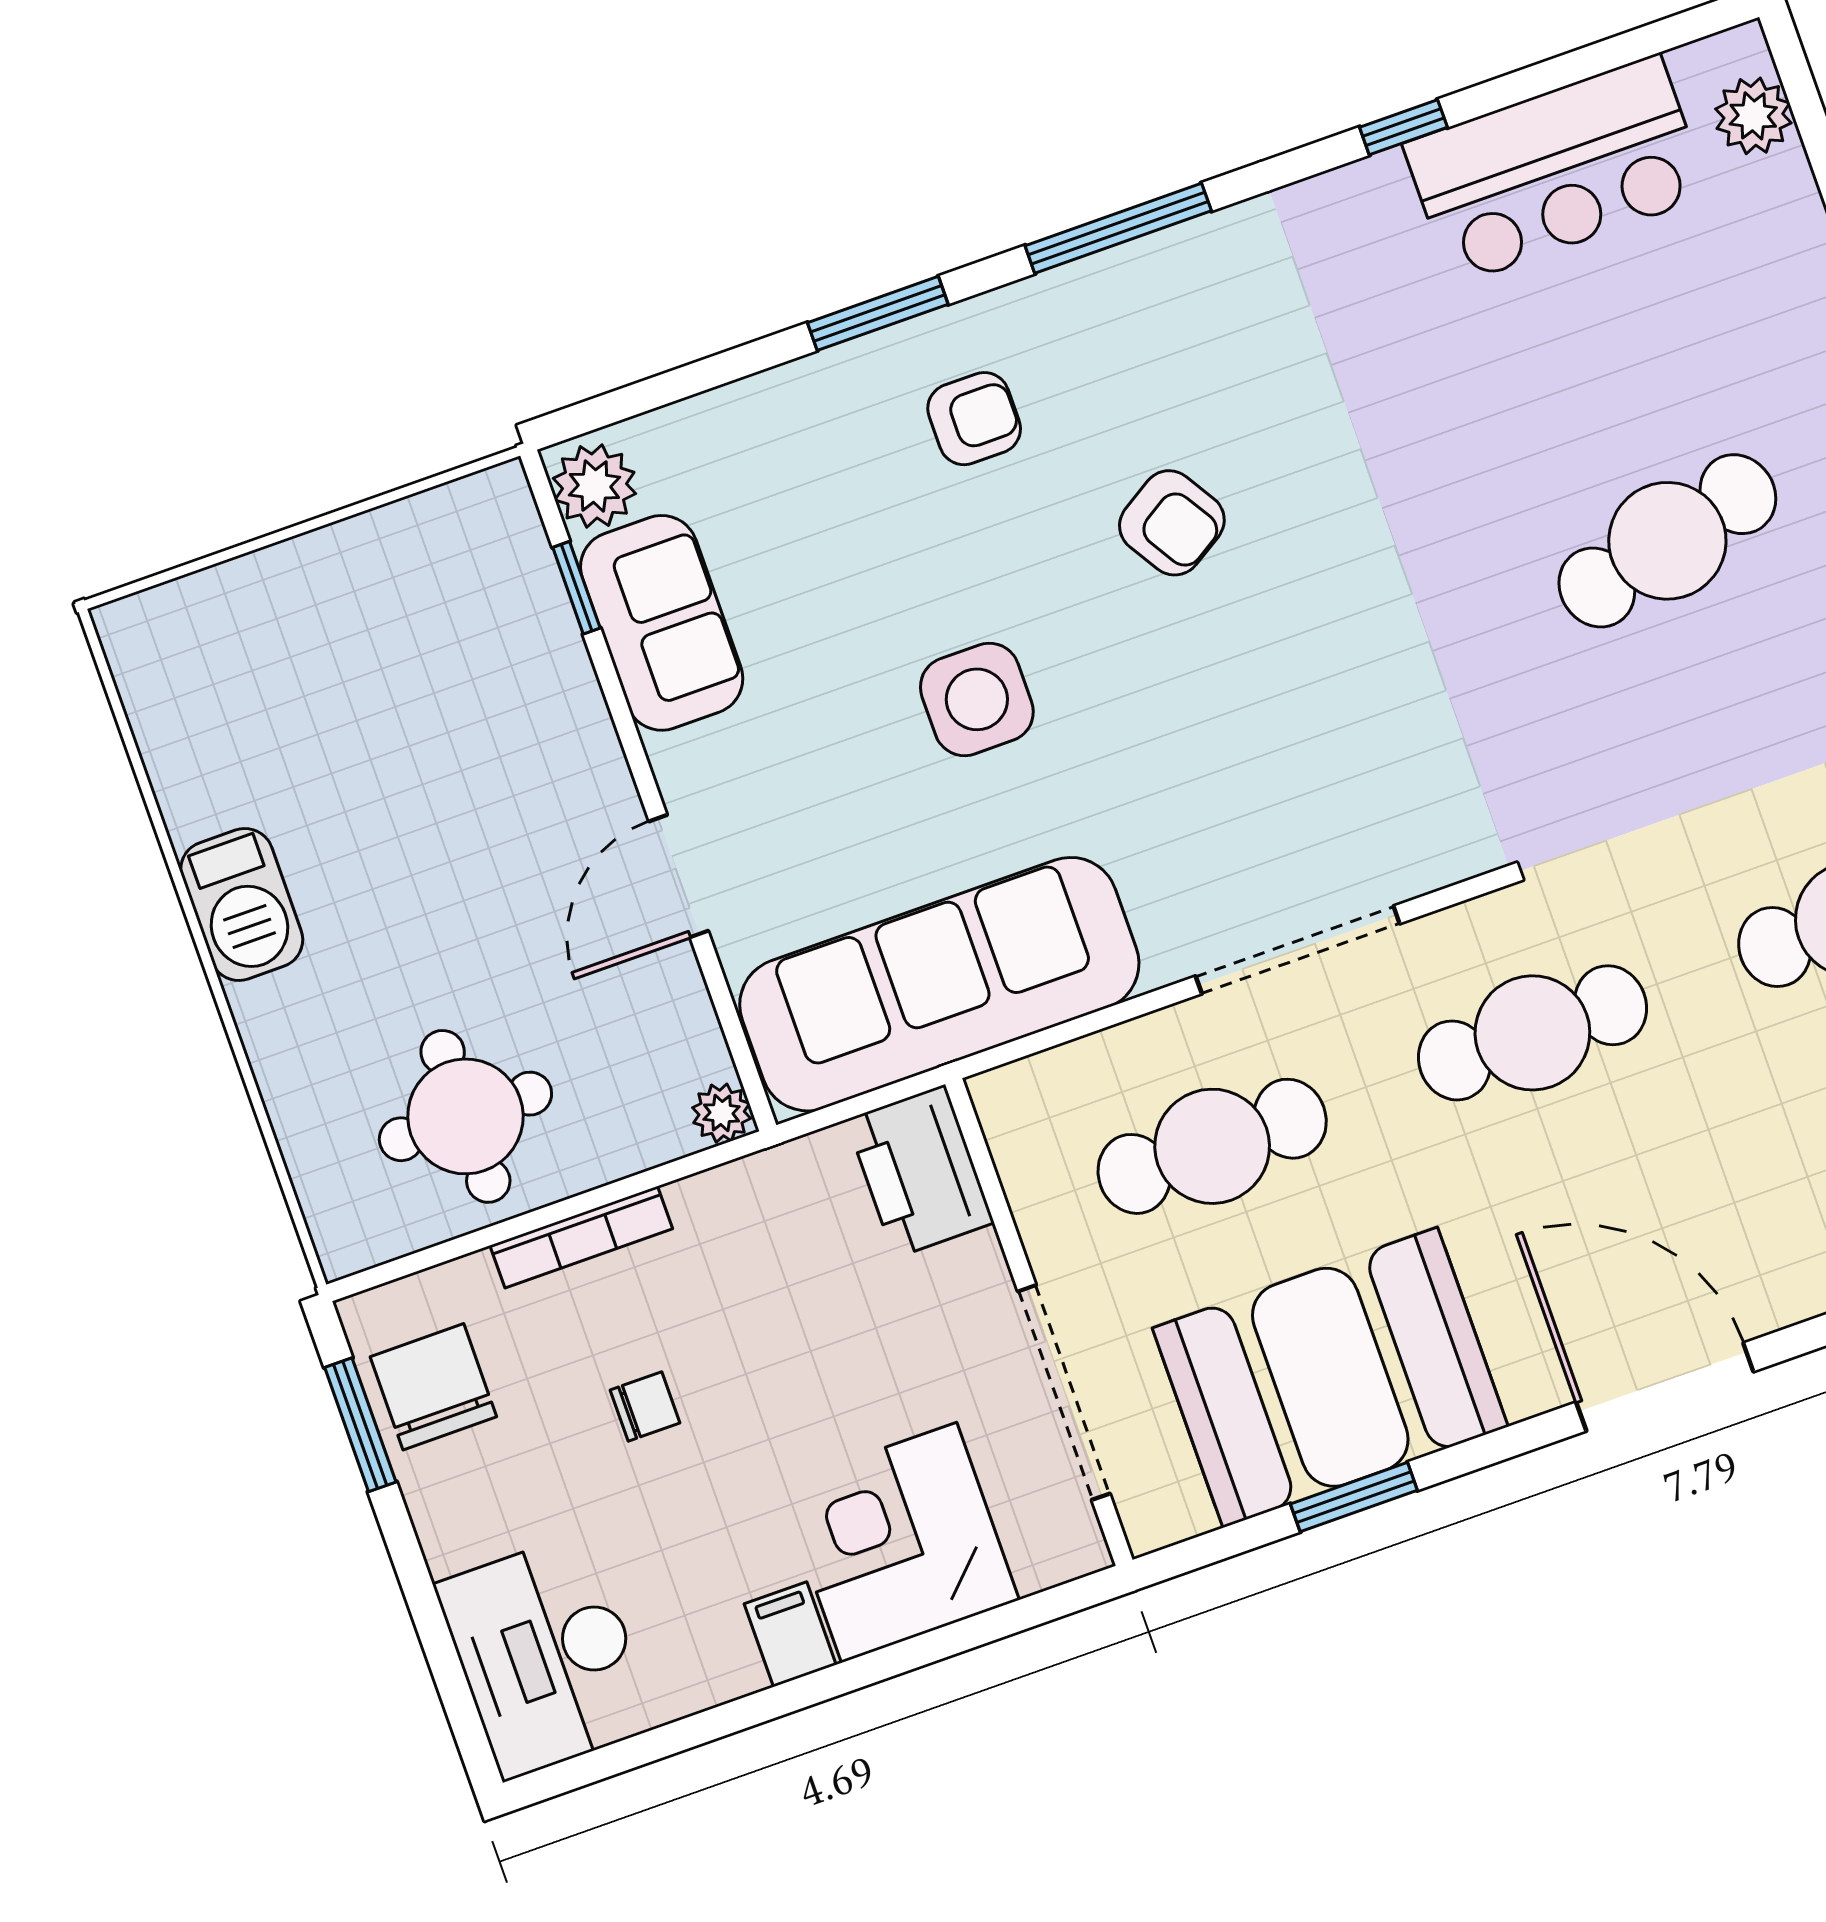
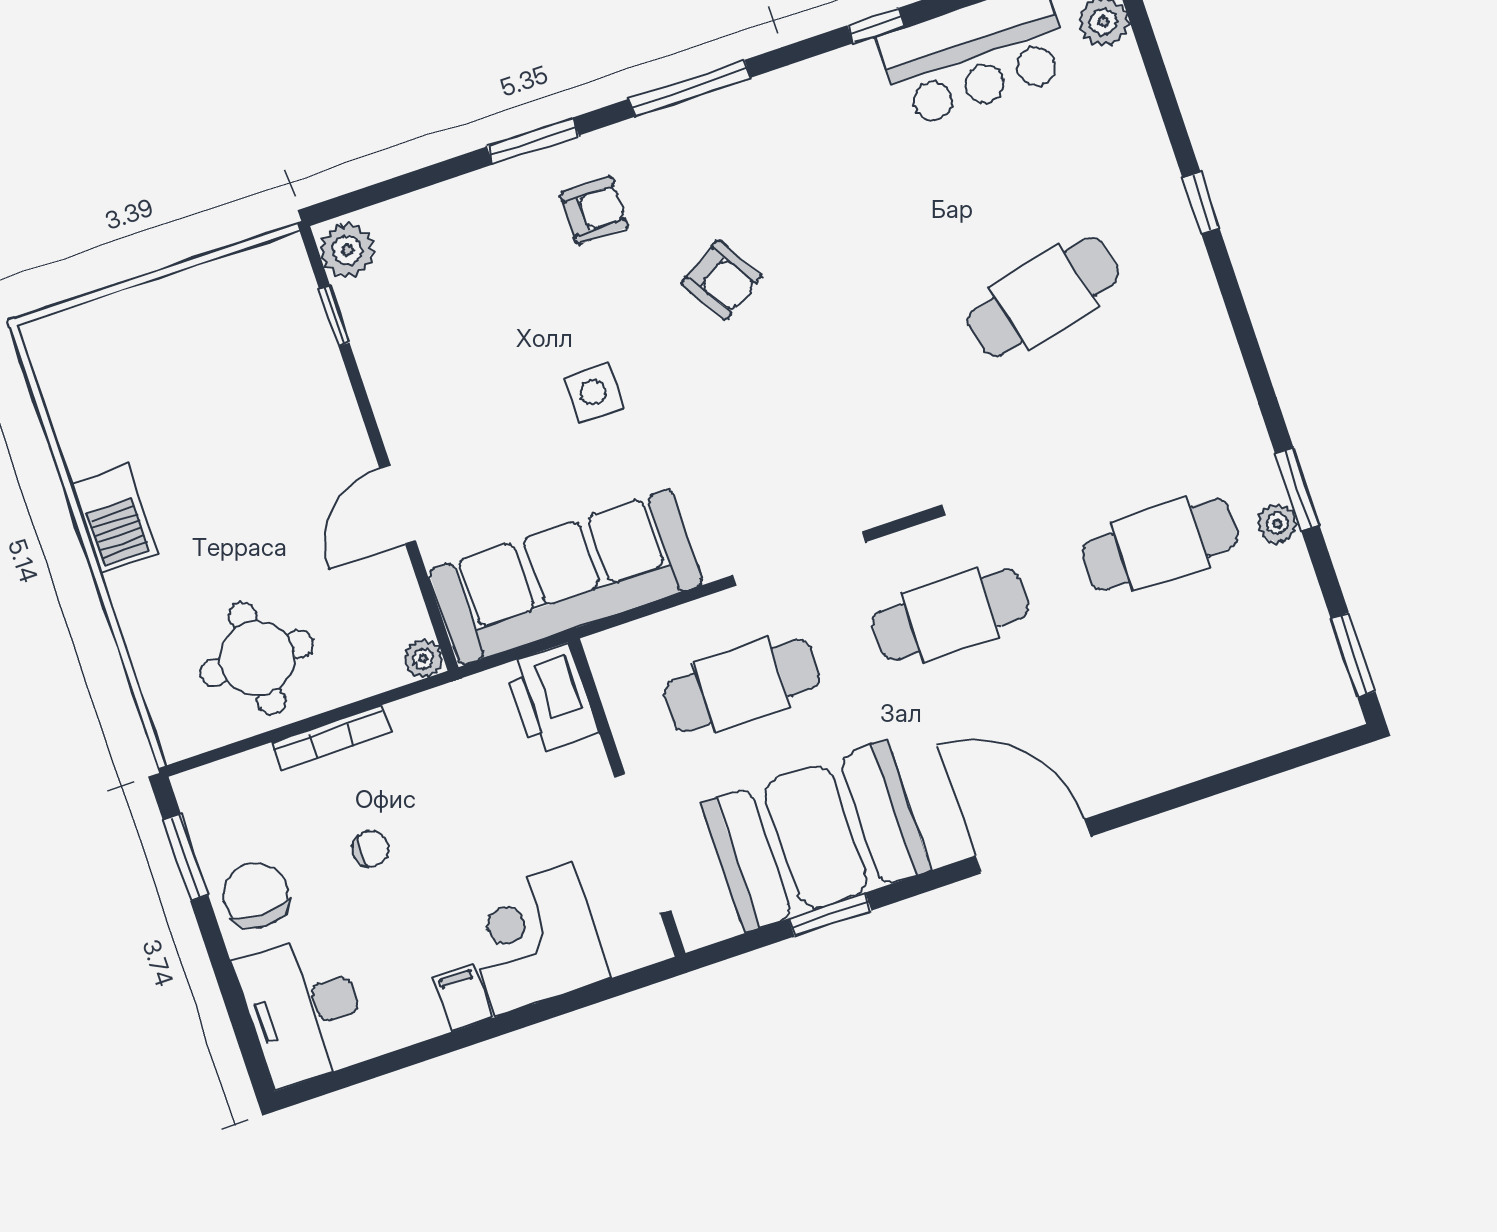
sofa: (662, 623) -> (389, 340), removed
side table: (977, 699) -> (593, 393), width x0.73, depth x0.73
chair: (433, 1387) -> (256, 895), moved

